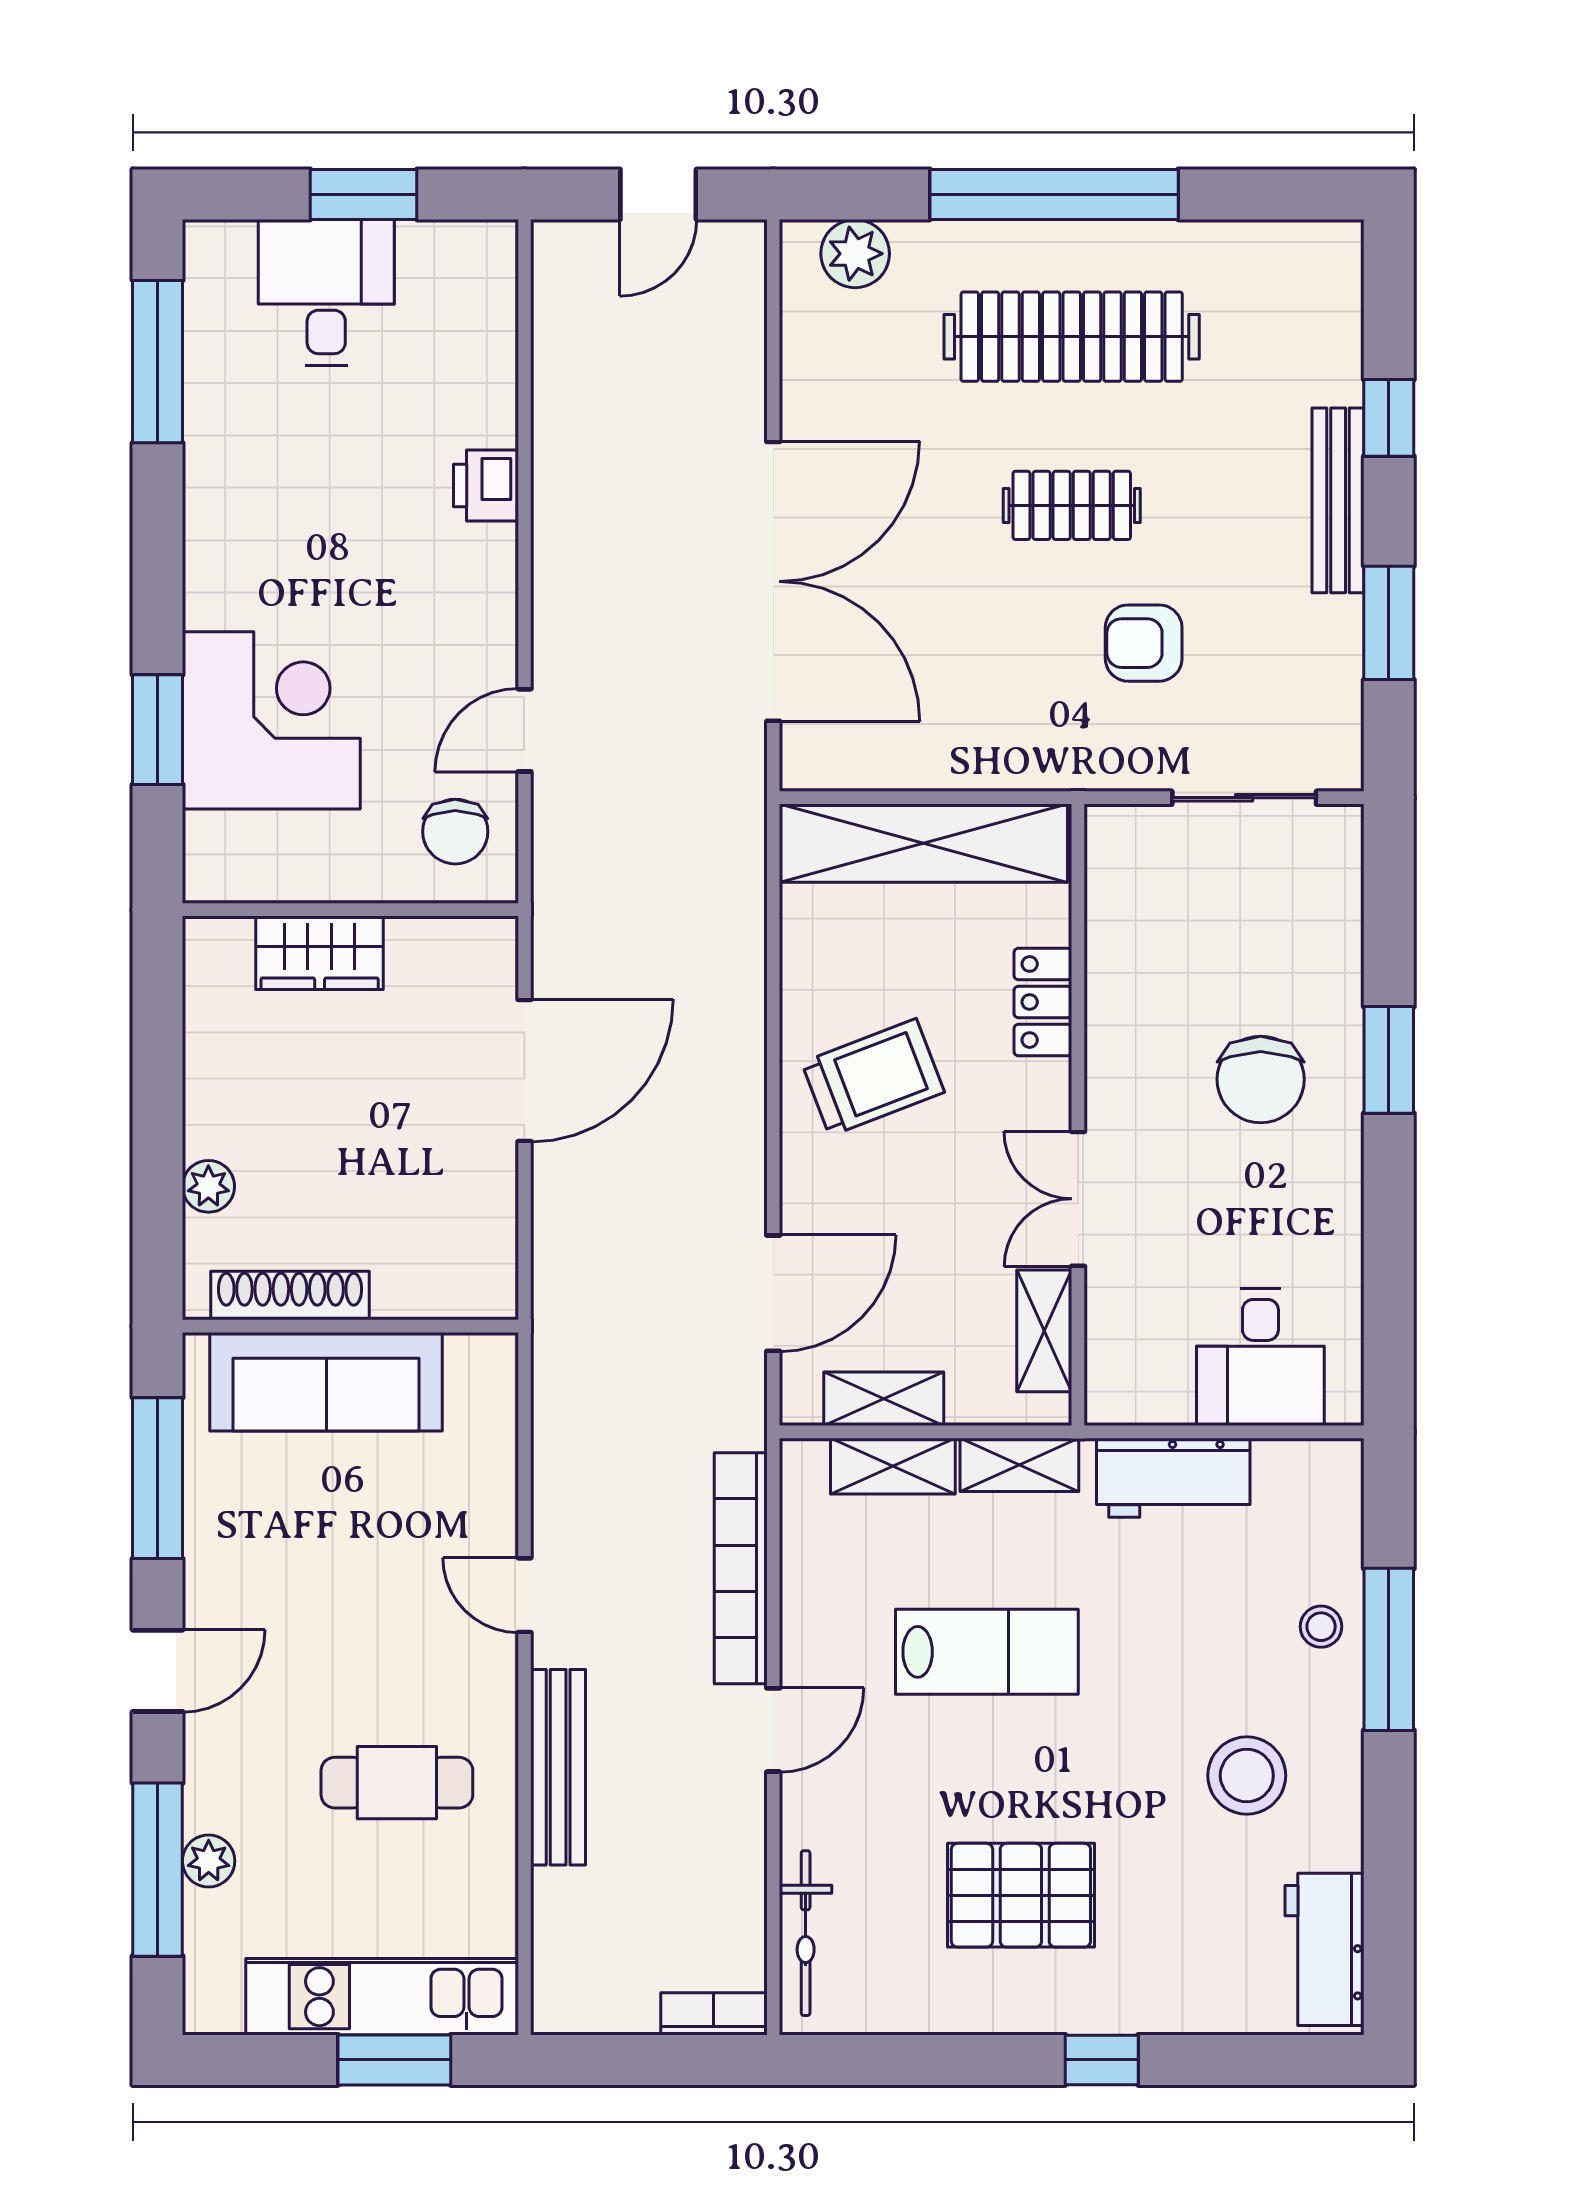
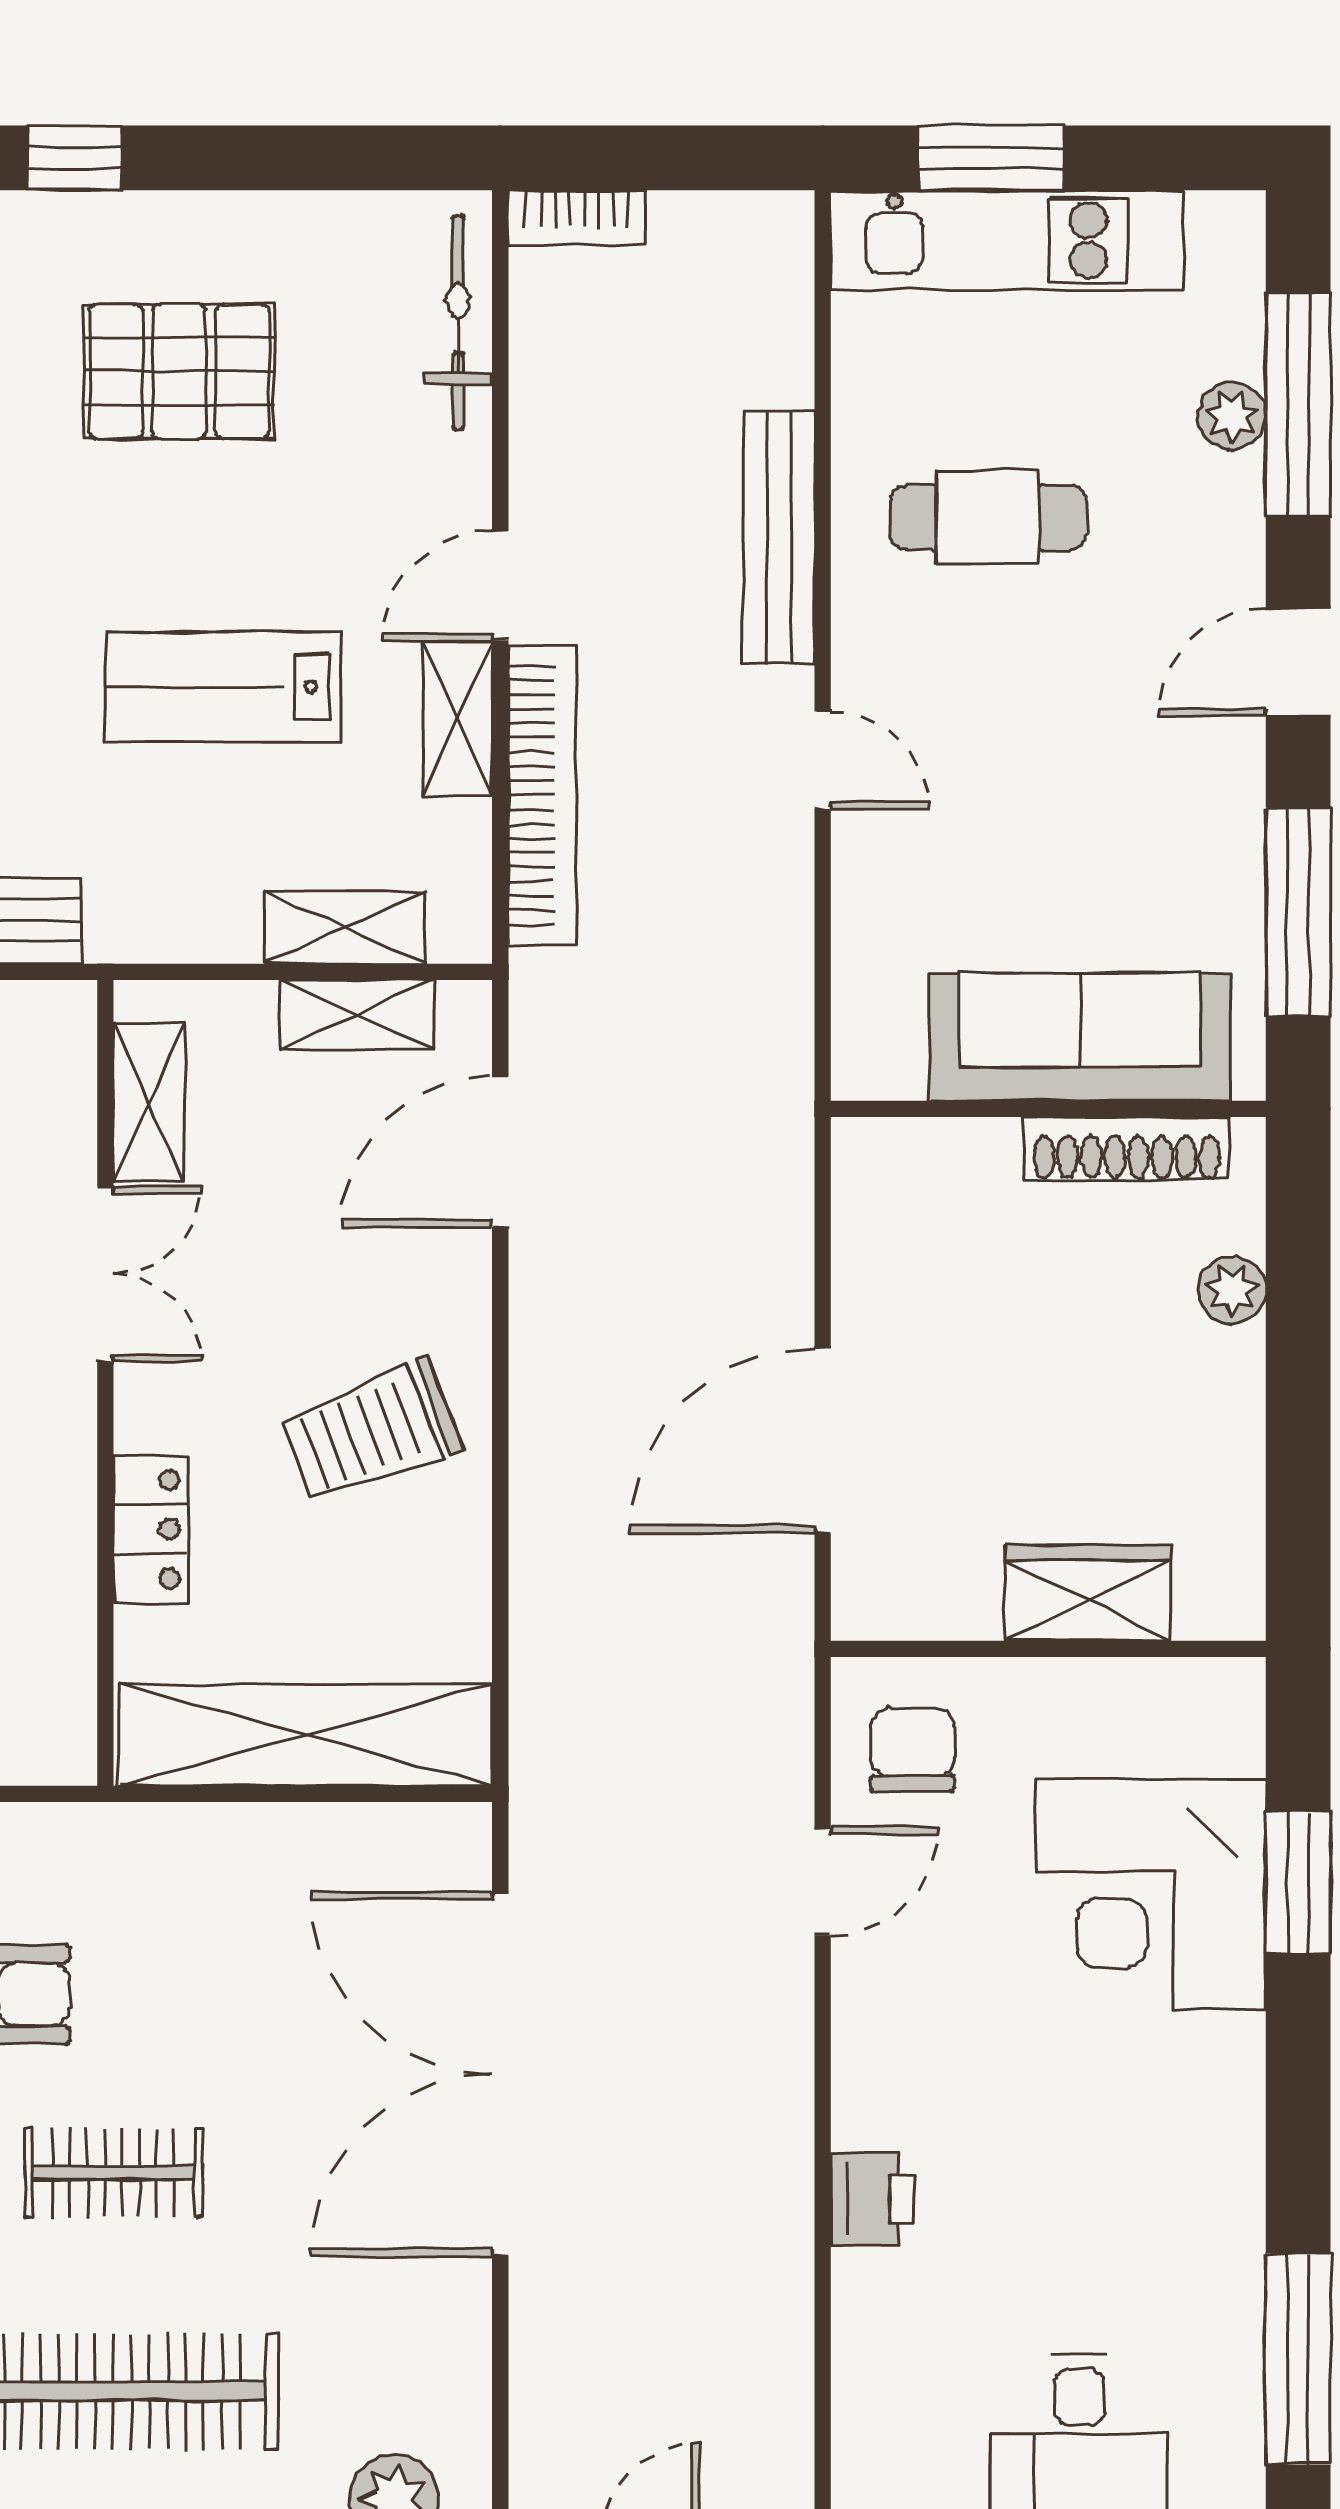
shelving: (1019, 1465) -> (458, 719), moved, turned 90

